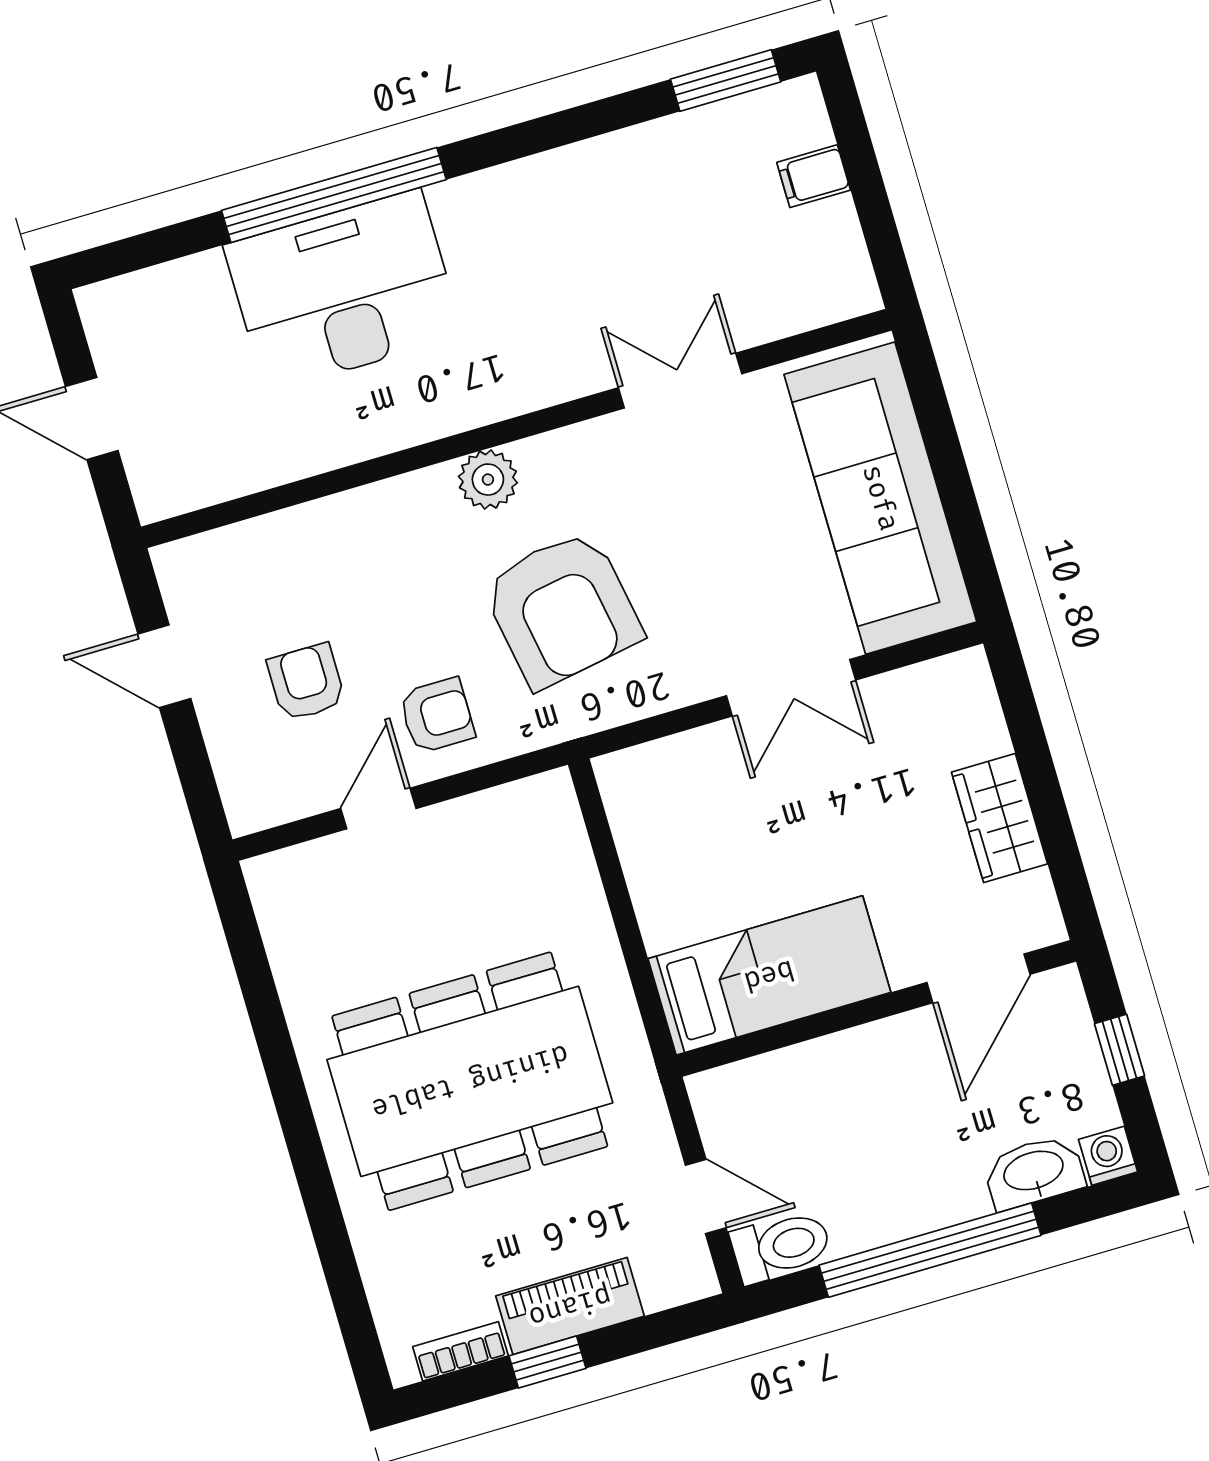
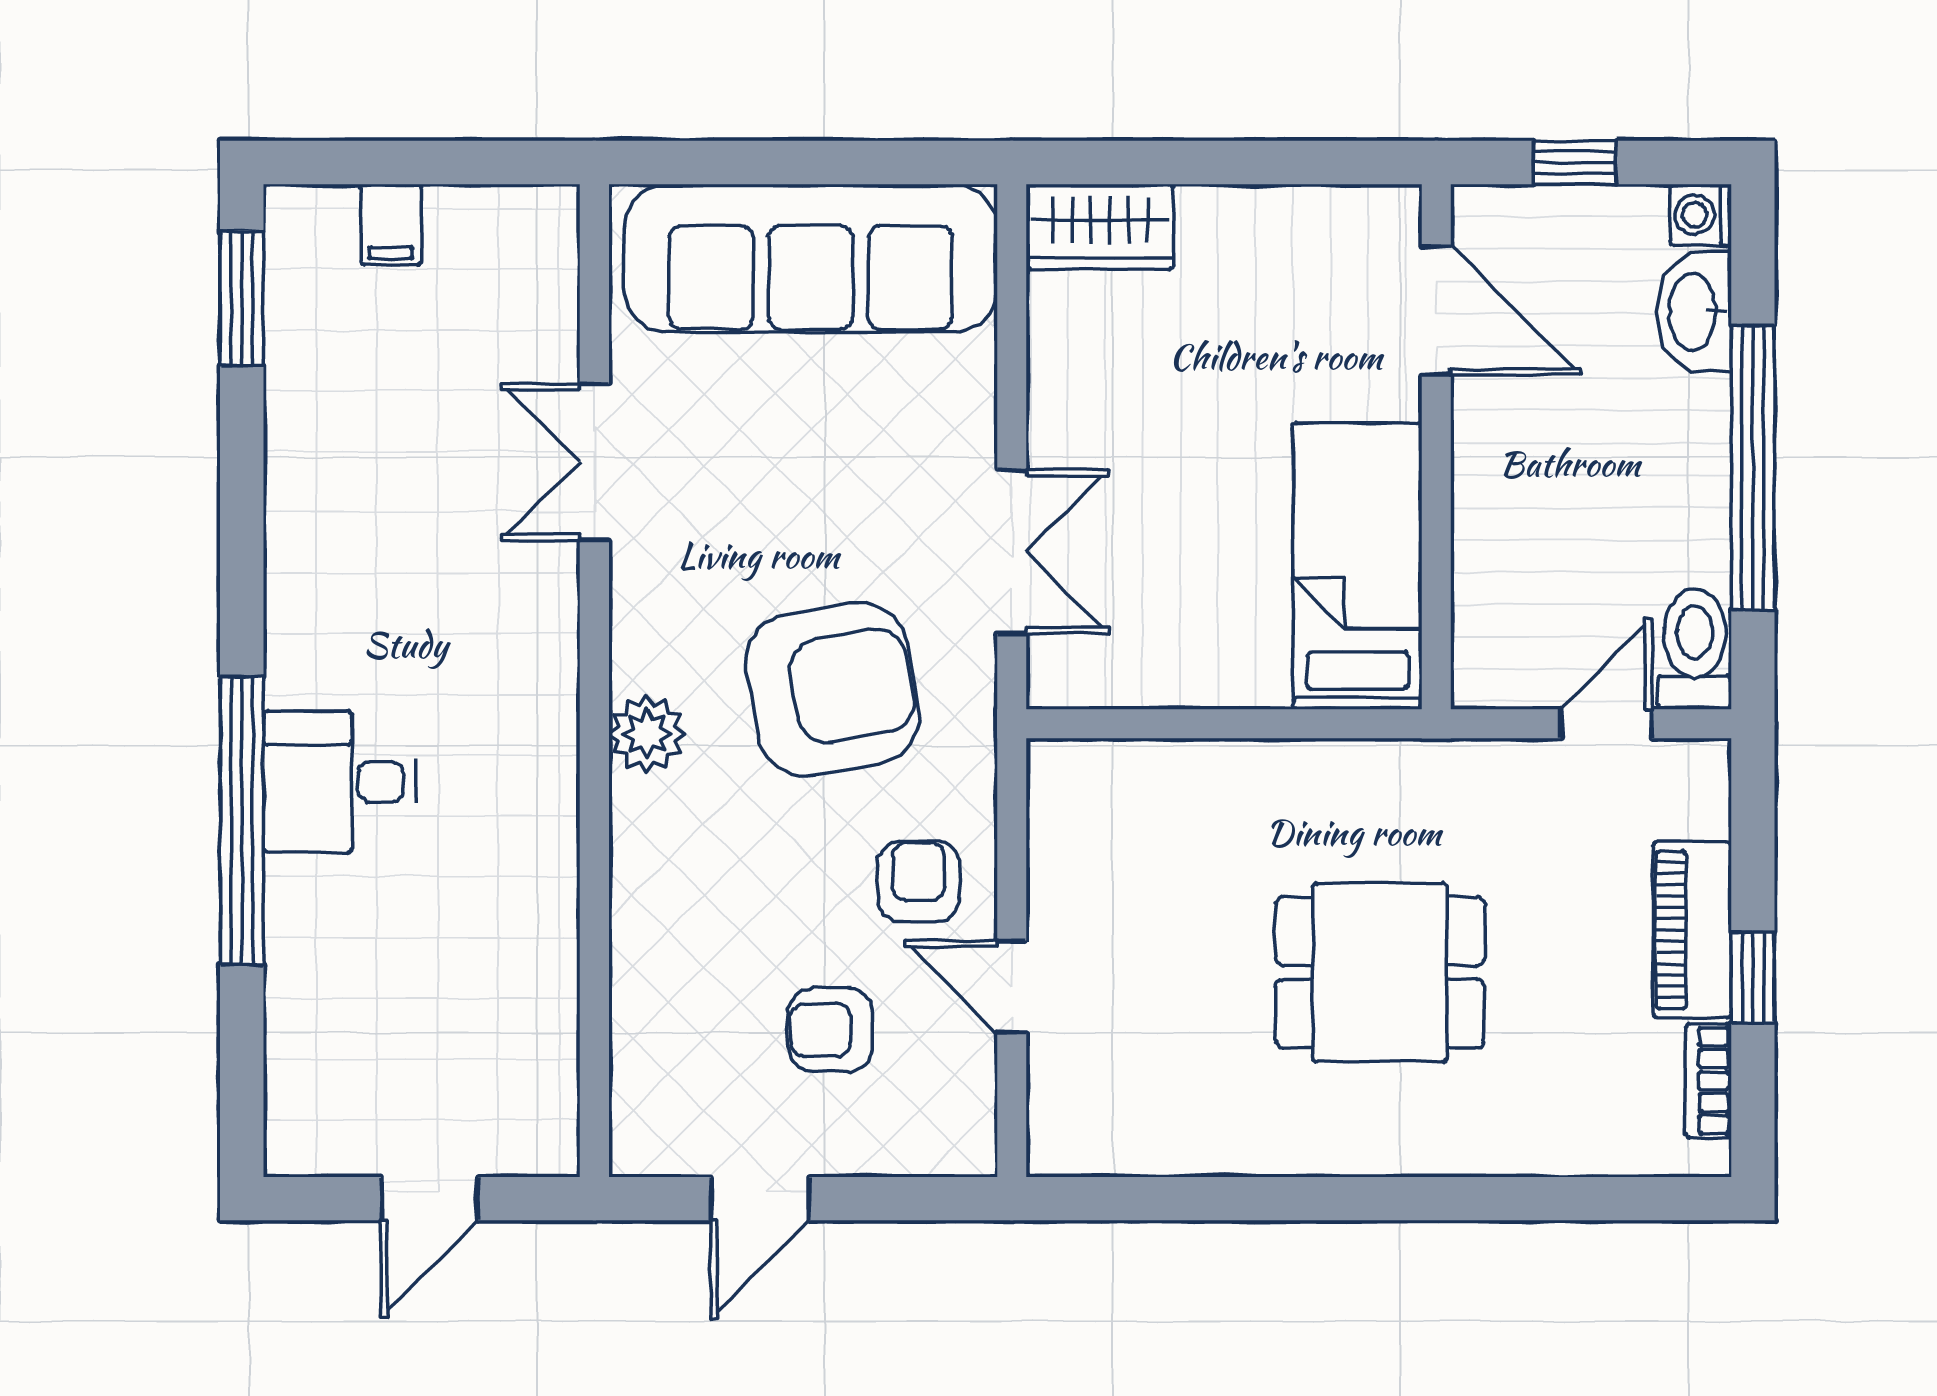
desk: (343, 291) -> (340, 782), width x0.53, depth x0.77
double door: (791, 688) -> (1012, 552), moved
wardrobe: (999, 818) -> (1100, 227), moved
dining table: (470, 1081) -> (1380, 972), width x0.53, depth x0.80

